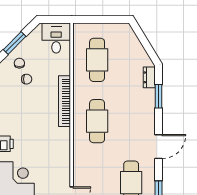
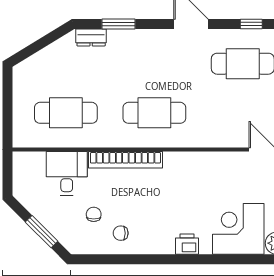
desk: (56, 38) -> (67, 173), moved, turned 90
chair: (19, 63) -> (121, 233), moved

